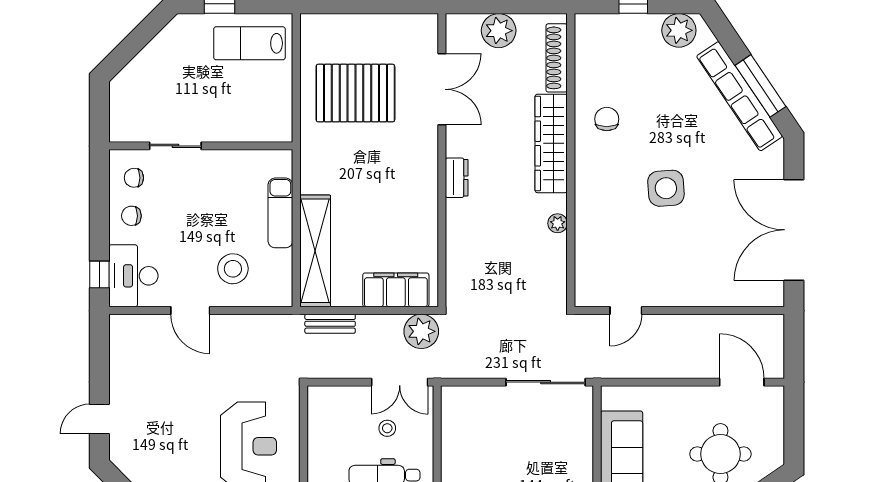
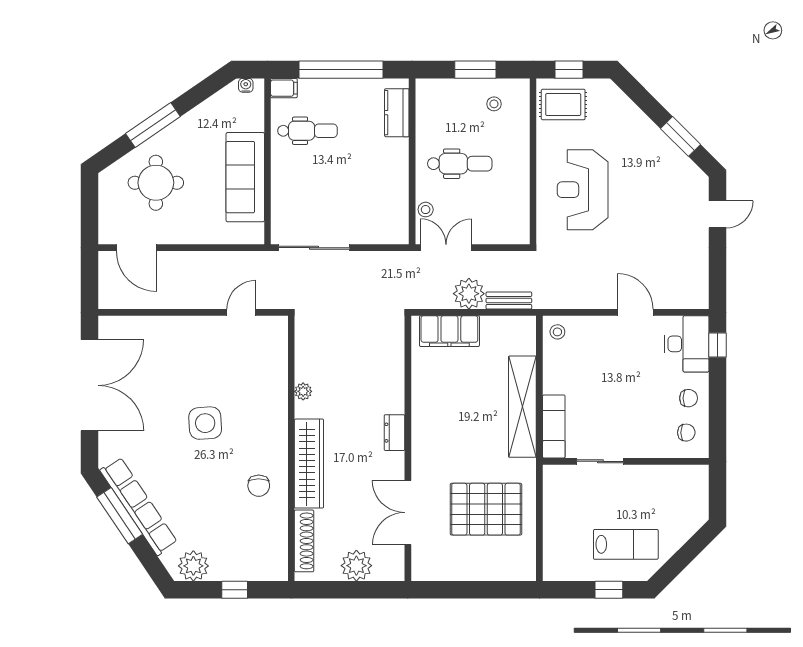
lab bench: (249, 43) -> (626, 544), moved
sliding door: (175, 146) -> (600, 461), moved
exam couch: (280, 213) -> (554, 426), moved
shelving: (315, 251) -> (522, 407), moved
stool: (233, 269) -> (557, 332), moved, width x0.53, depth x0.53
plant: (421, 331) -> (469, 294), moved
stool: (387, 428) -> (426, 210), moved

